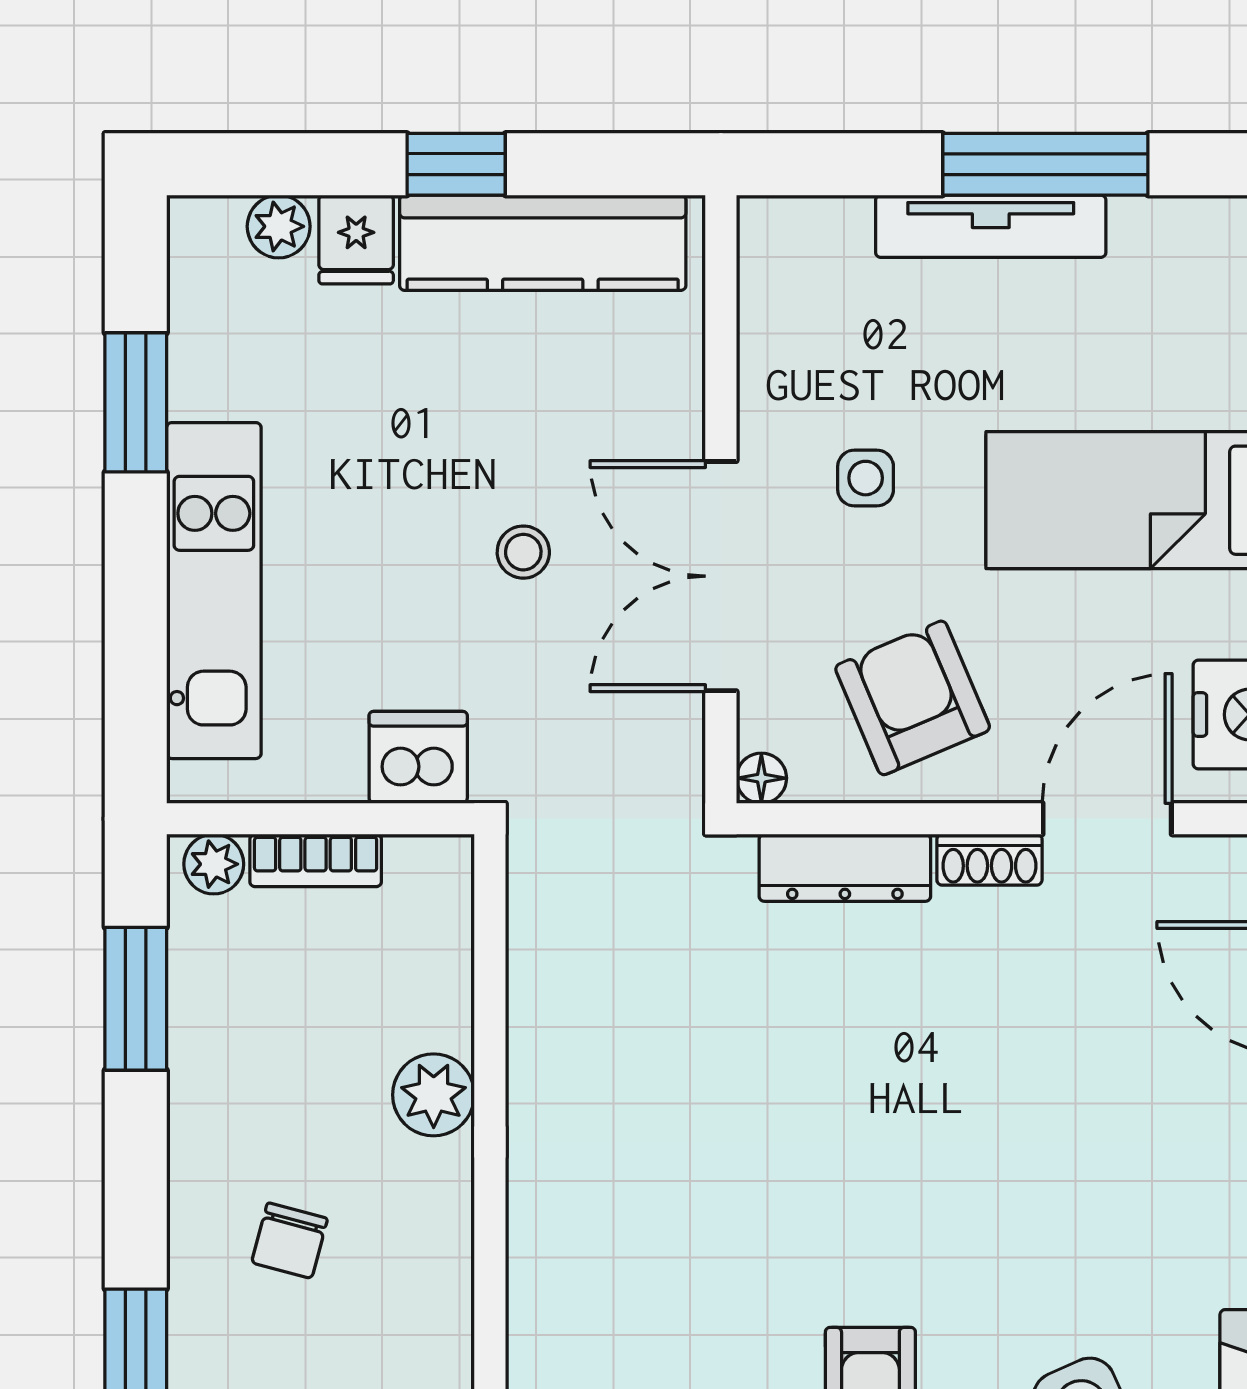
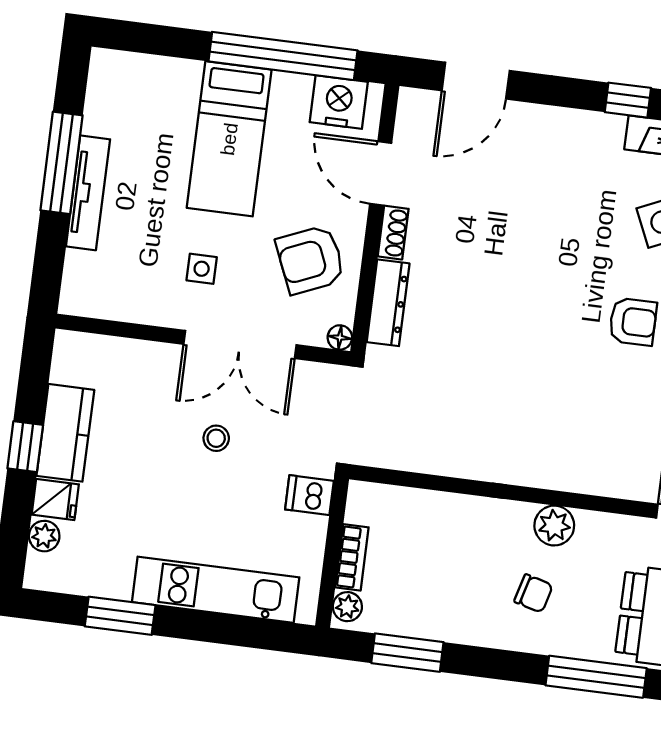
kitchen counter: (543, 243) -> (65, 433), width x0.67
dishwasher: (418, 757) -> (309, 495), width x0.73
plant: (434, 1095) -> (554, 526), moved

